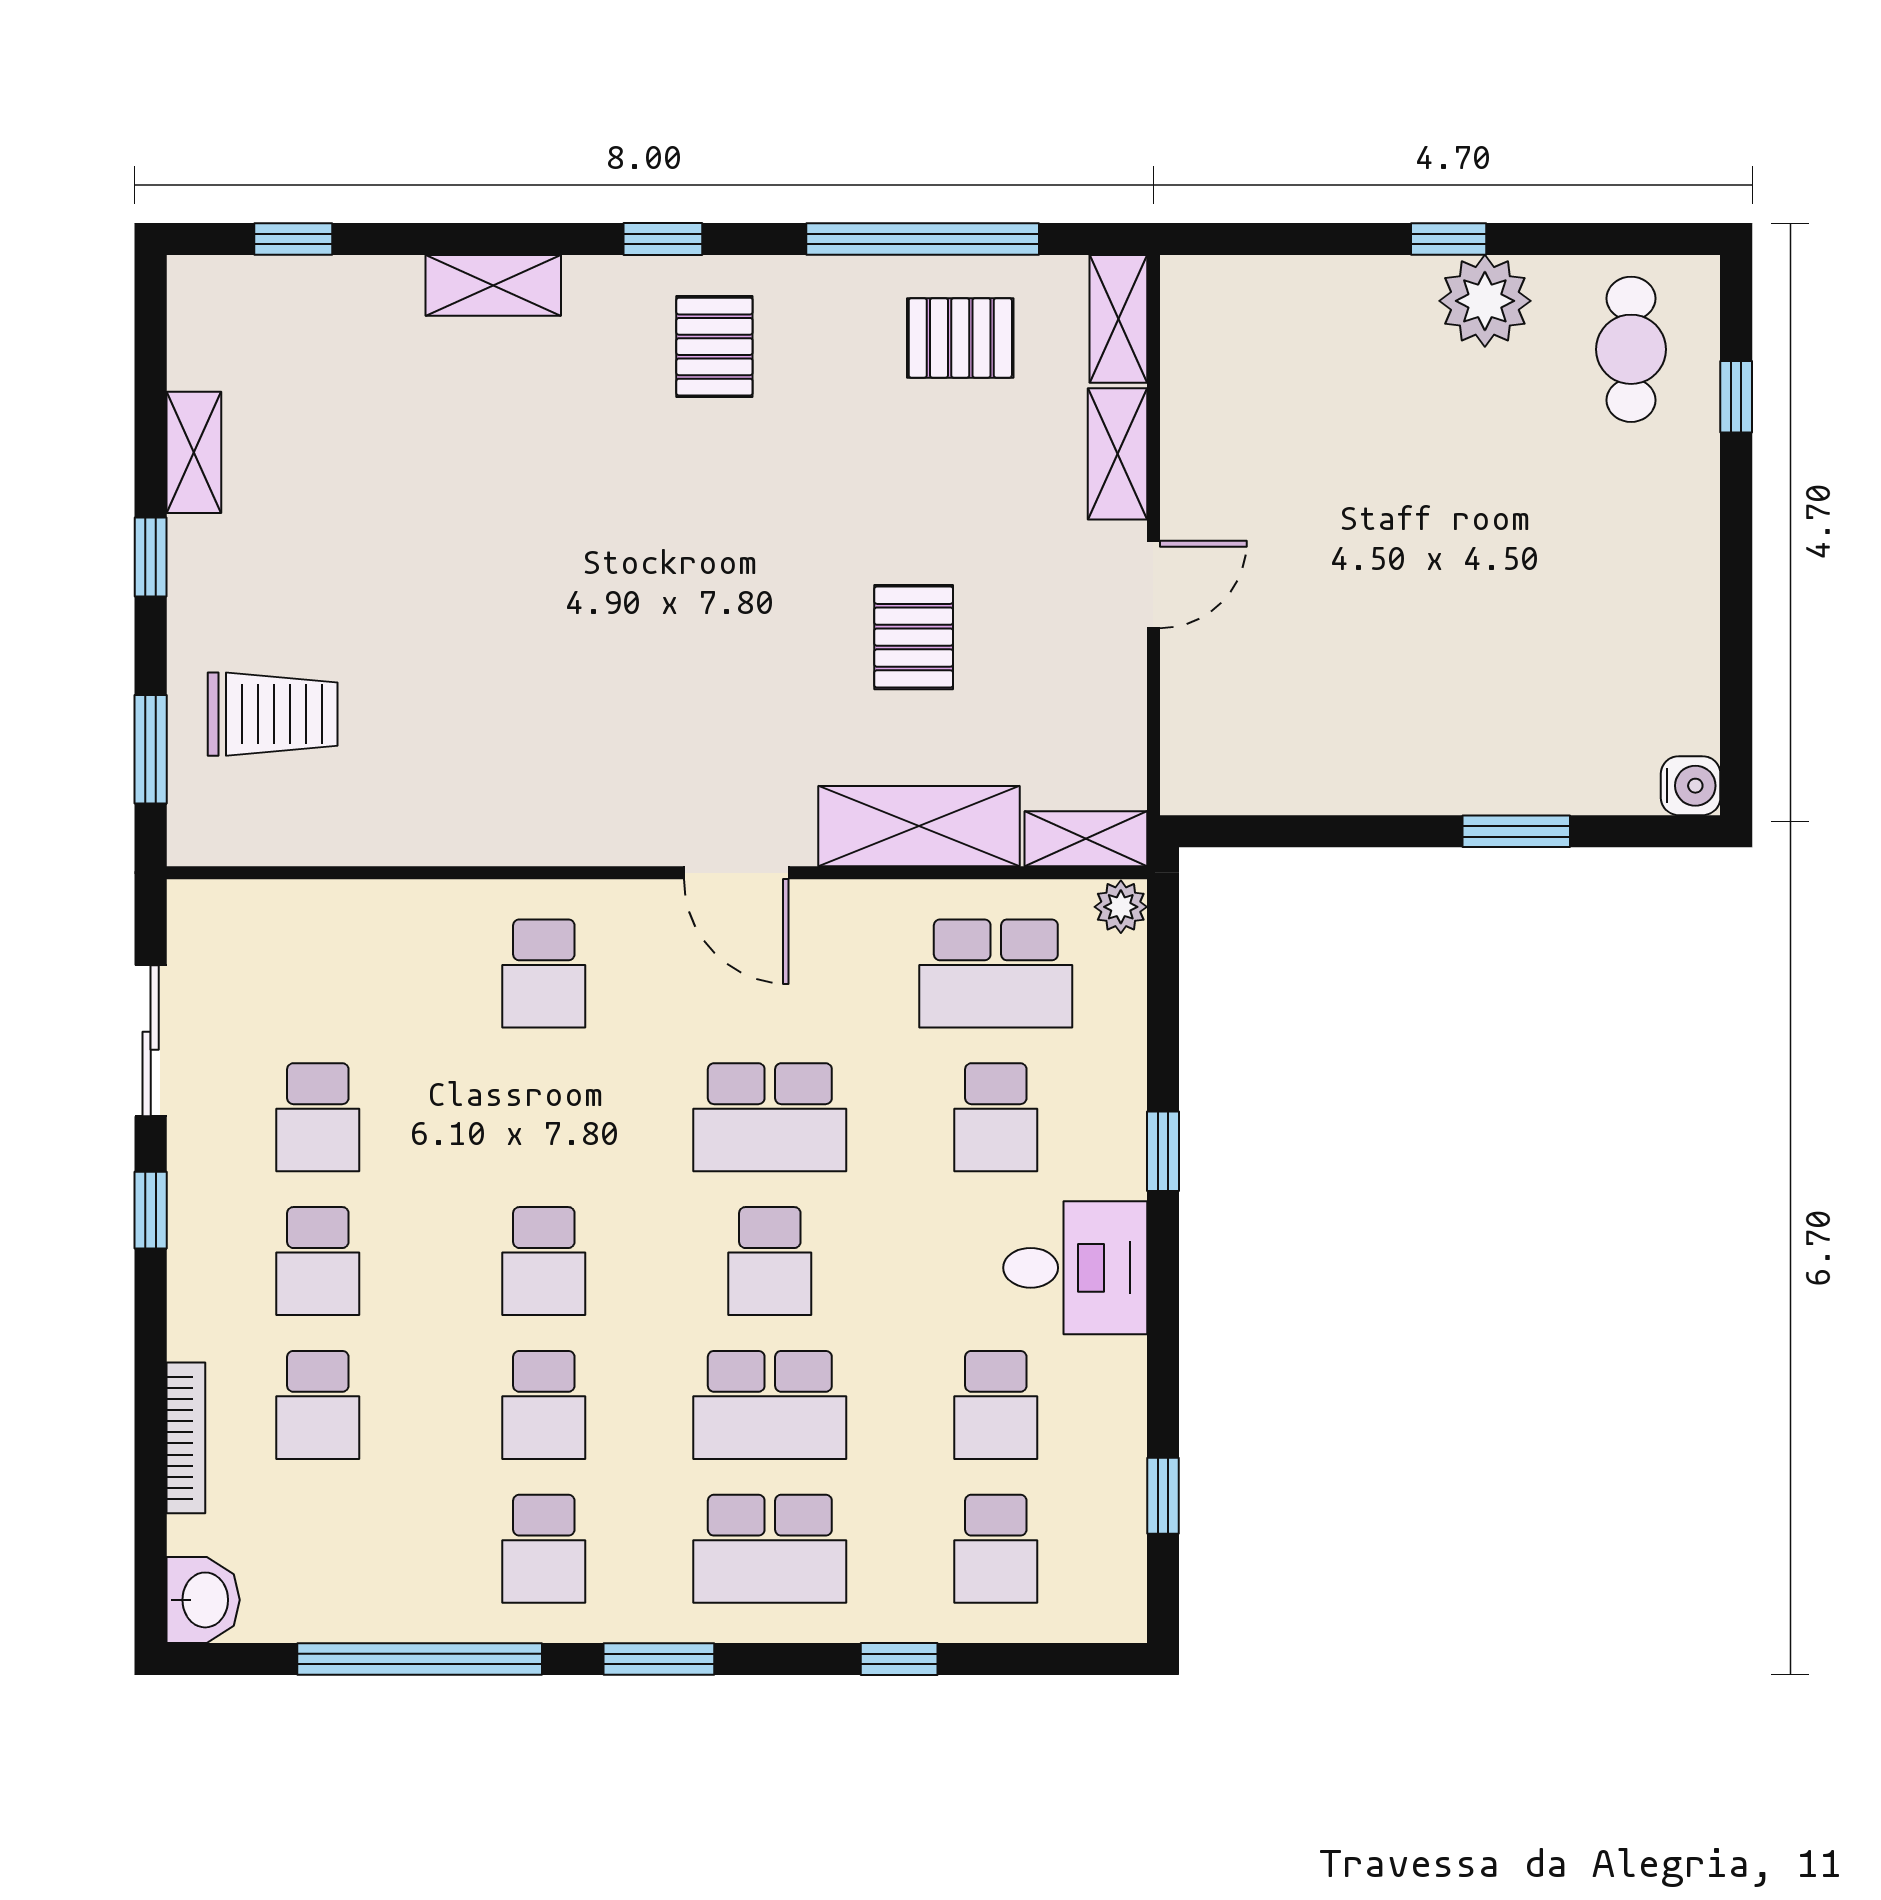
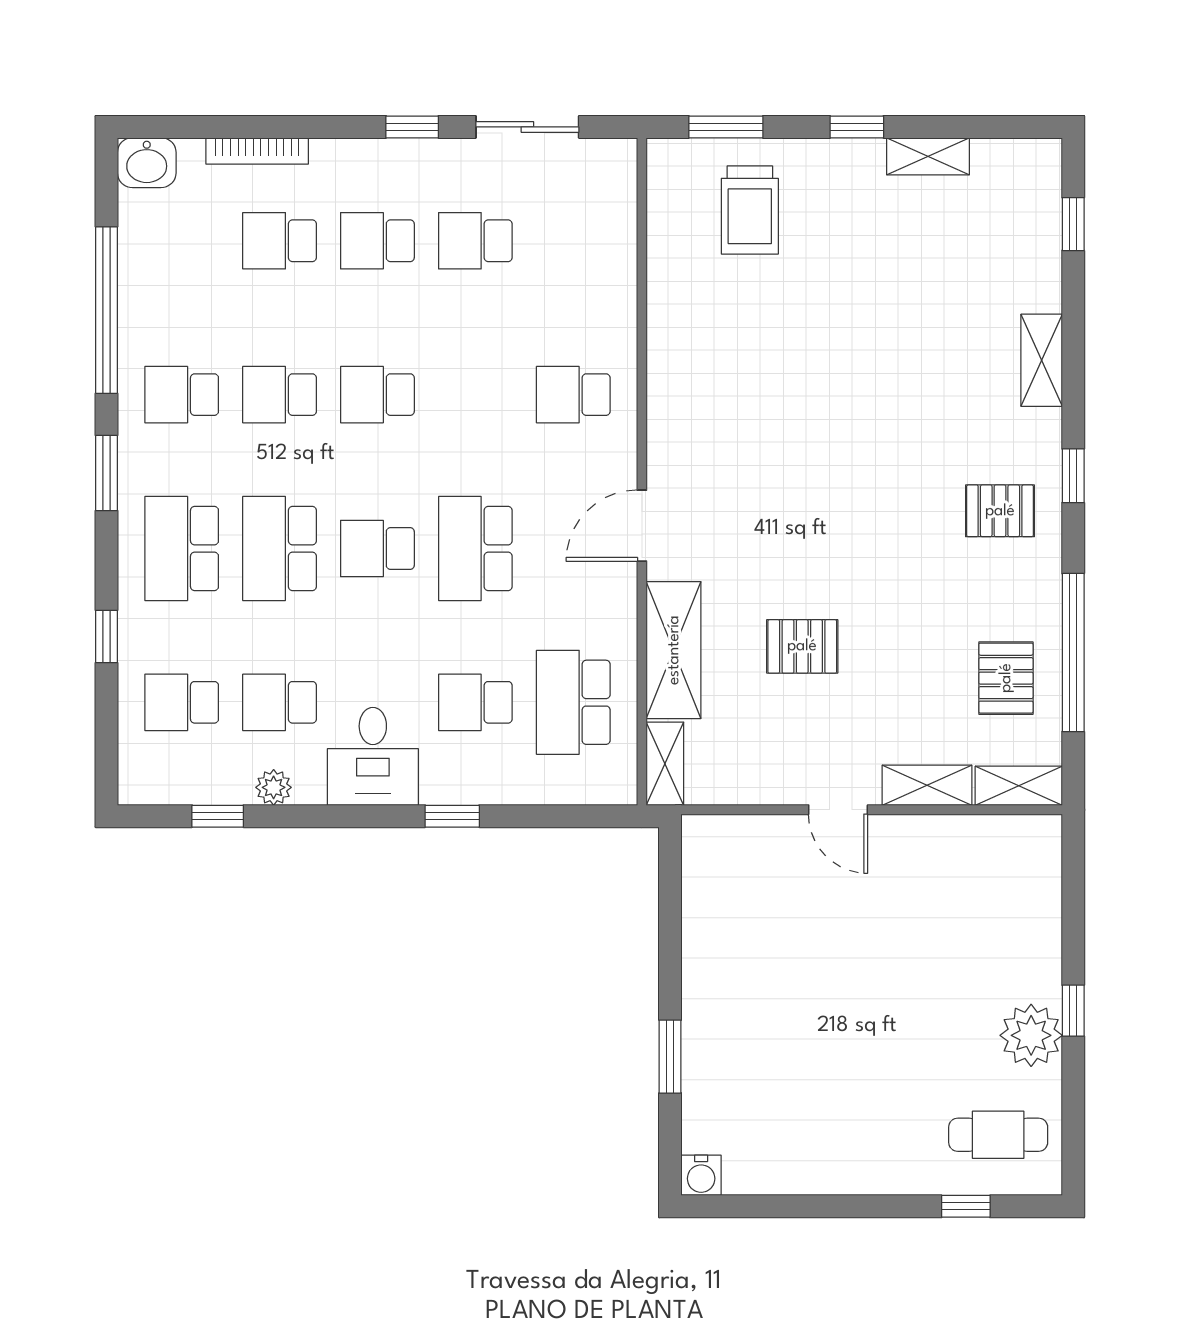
plant: (1121, 907) -> (274, 787), moved

